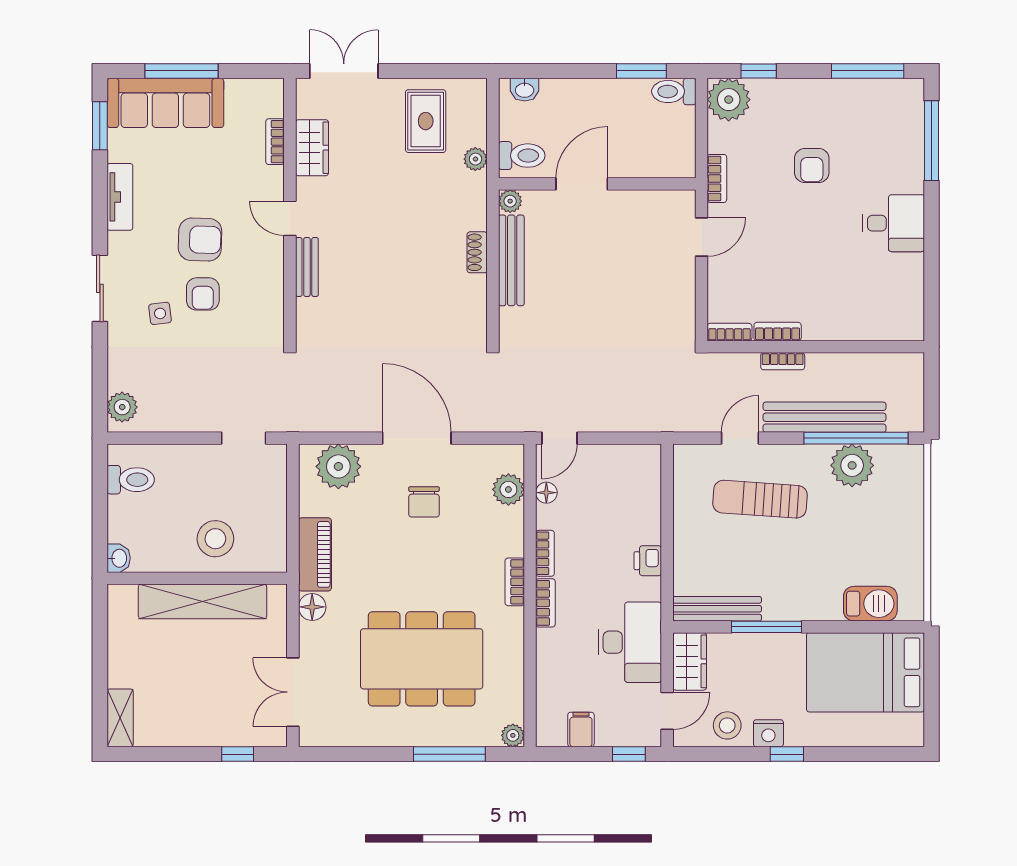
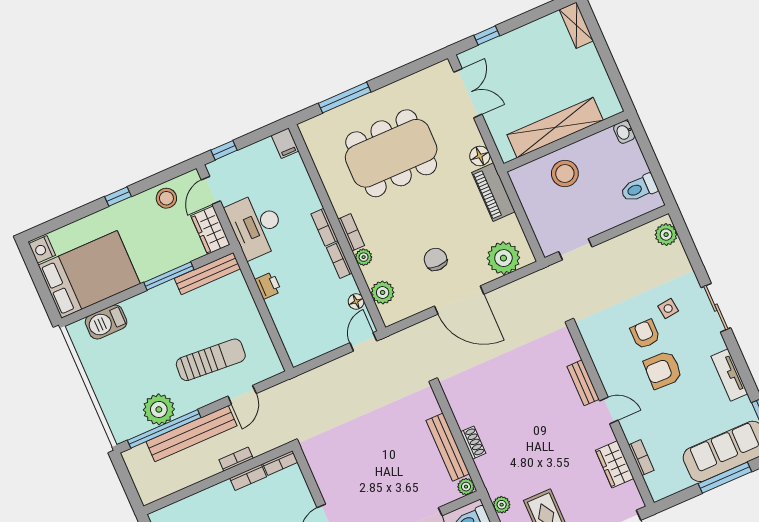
filing cabinet: (581, 729) -> (285, 143), moved
nightstand: (768, 733) -> (42, 249), moved, turned -90
plant: (513, 735) -> (364, 257), moved

